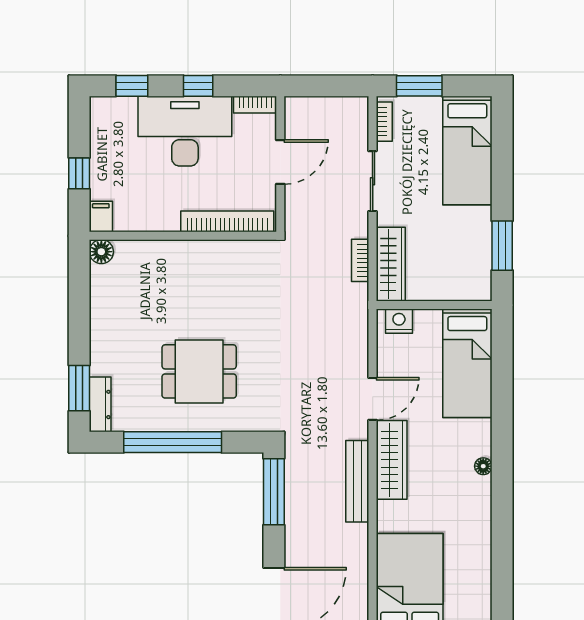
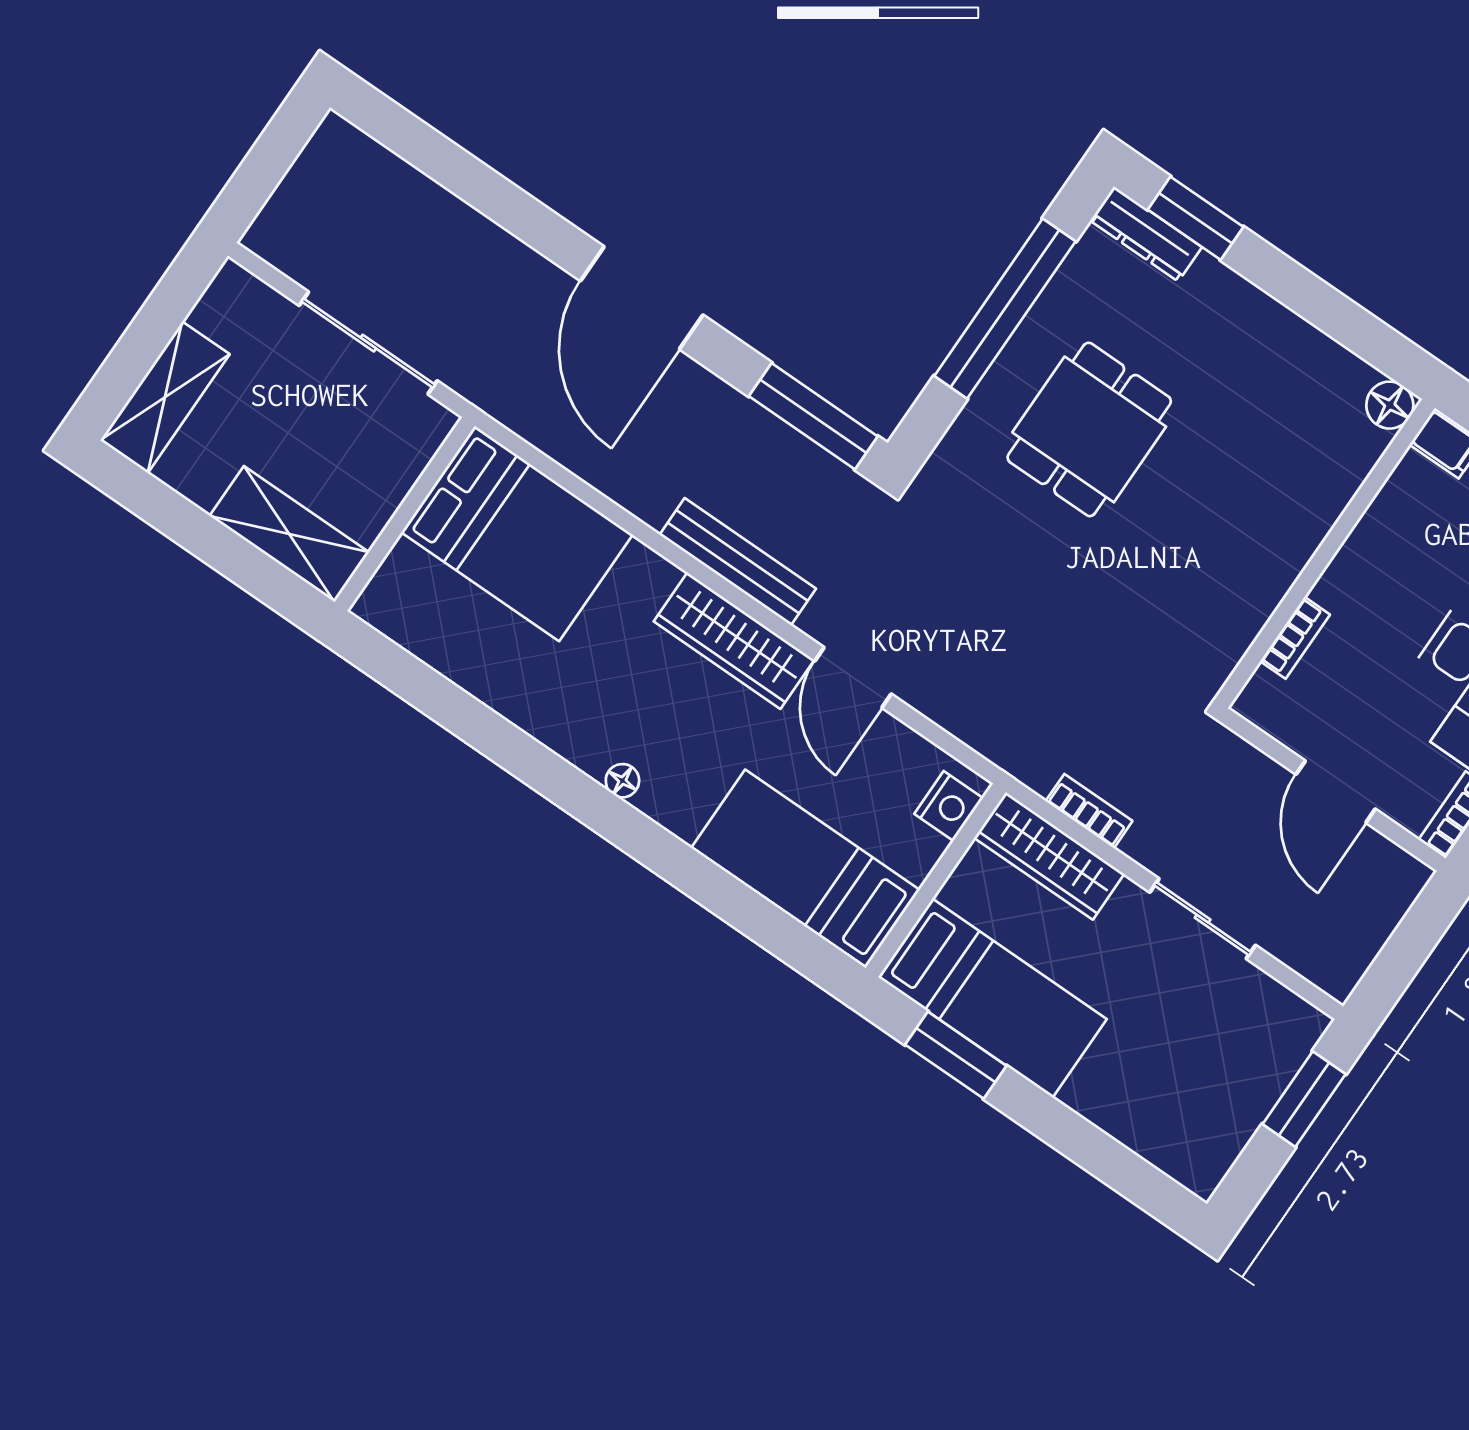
bookcase: (384, 122) -> (1285, 1003), removed
bed: (467, 151) -> (992, 998), moved, turned 180
bookcase: (227, 221) -> (1295, 638), width x0.43, depth x0.76

